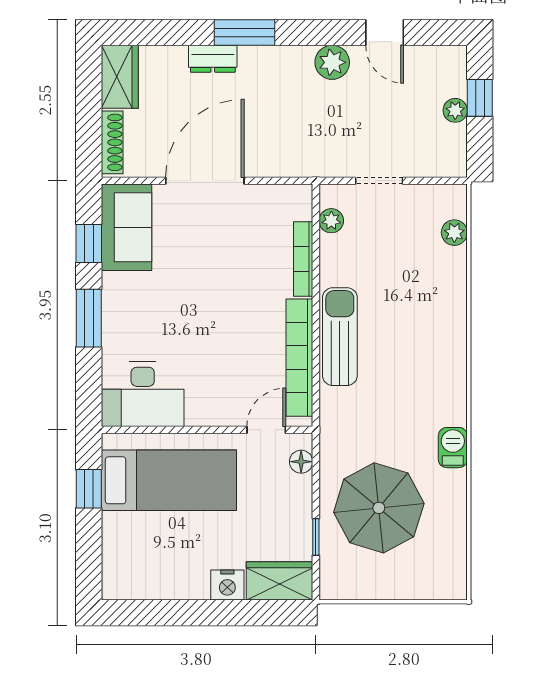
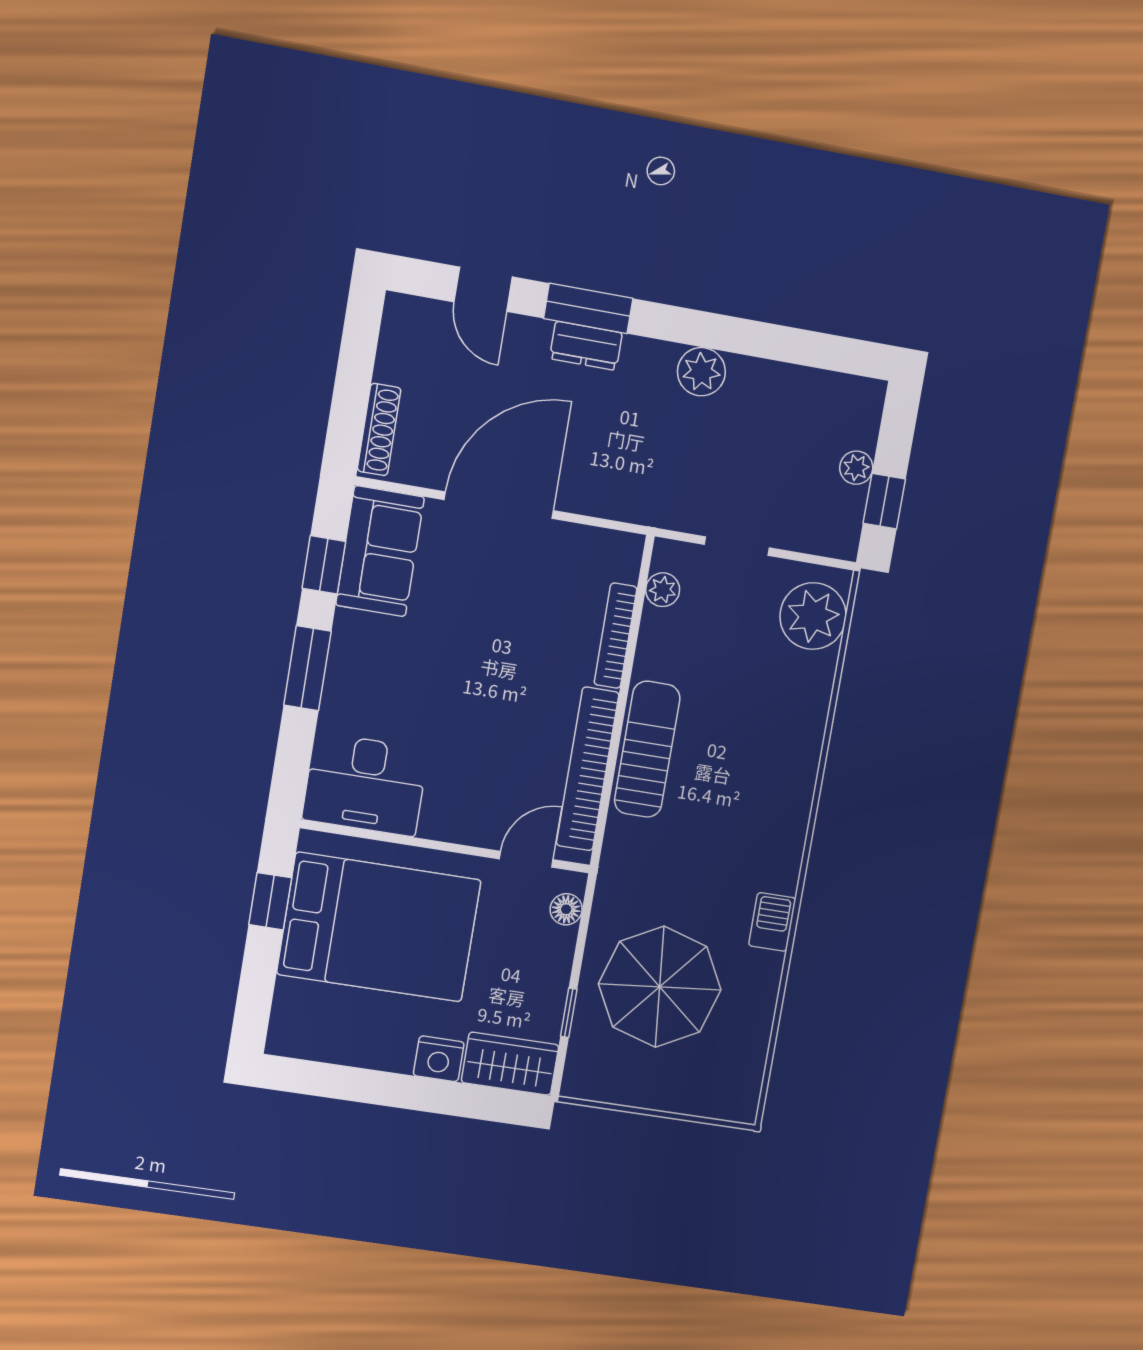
door: (385, 33) -> (483, 289), moved
dresser: (213, 59) -> (586, 346), moved
wardrobe: (120, 77) -> (404, 339), removed
window: (480, 98) -> (884, 501), moved
plant: (454, 233) -> (813, 616), width x1.87, depth x1.87
bed: (169, 480) -> (379, 927), width x1.50

